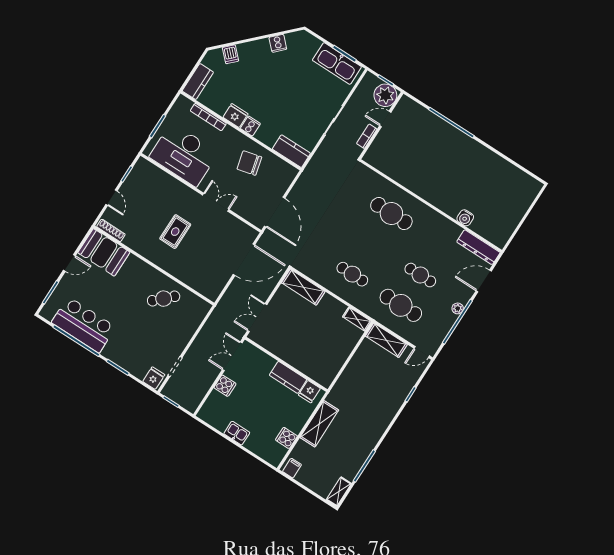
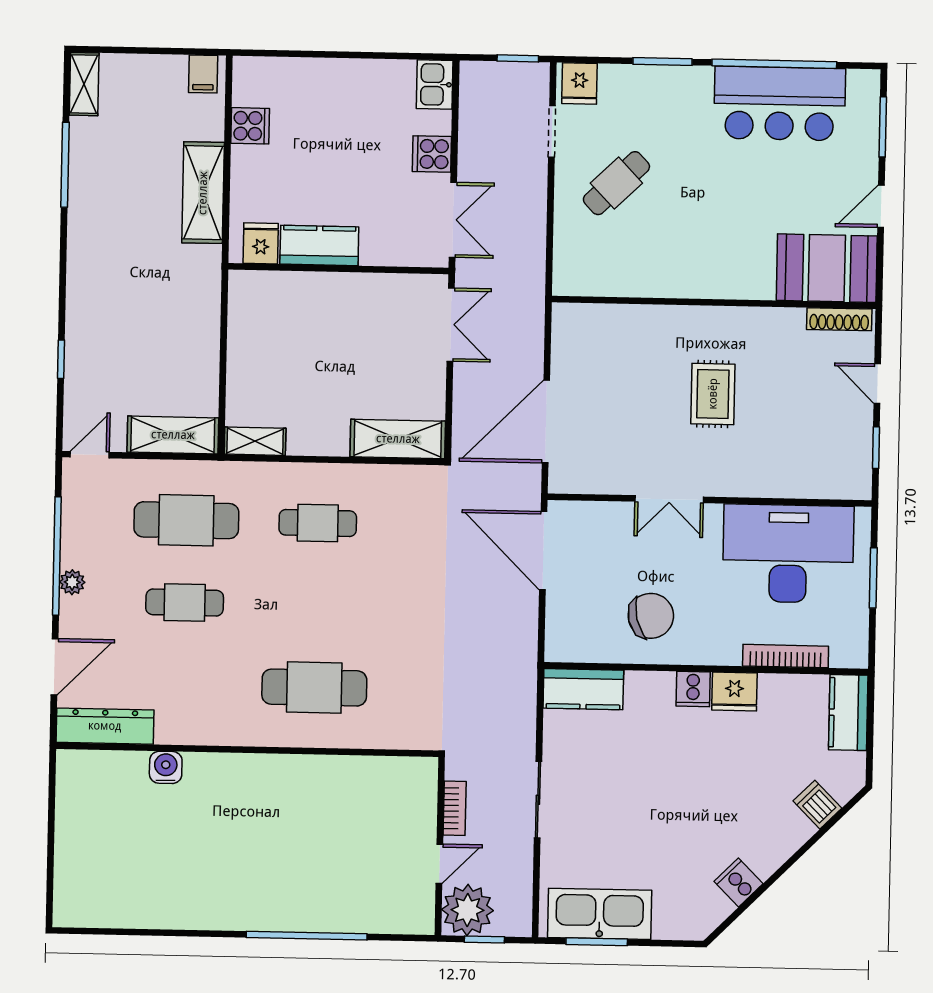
cafe table: (164, 299) -> (616, 183), moved
kitchen sink: (237, 433) -> (435, 84), moved, turned 90

